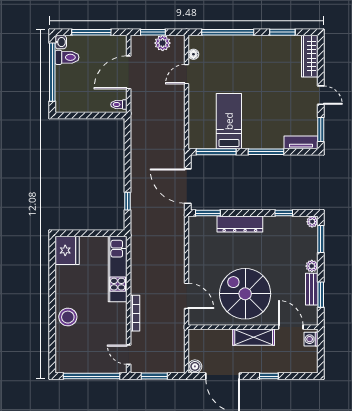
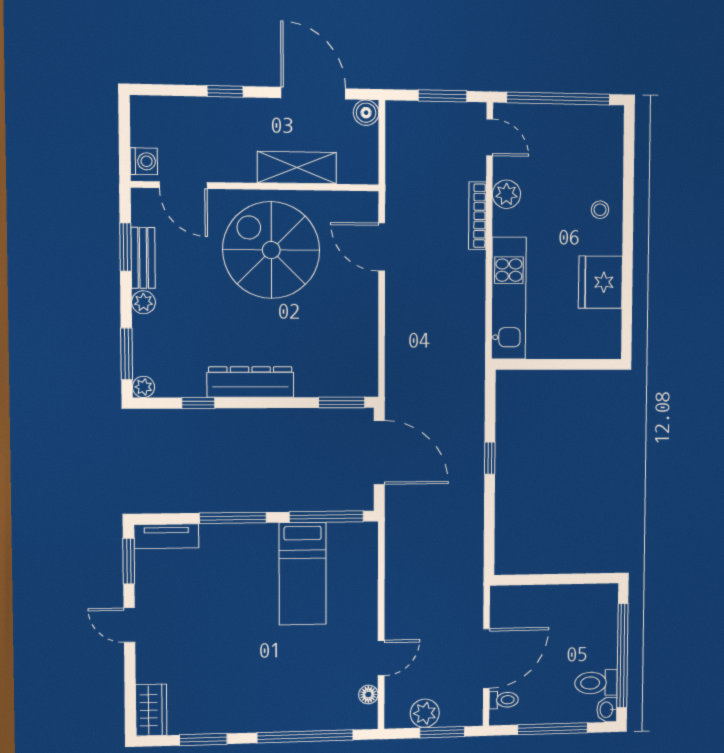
wardrobe: (310, 56) -> (151, 710), width x0.67
toilet: (119, 104) -> (504, 700), moved
window: (127, 201) -> (490, 458), moved
dresser: (240, 224) -> (250, 382), moved
fridge: (67, 250) -> (600, 282), moved
spiral stairs: (245, 294) -> (271, 250), turned 180
stool: (68, 317) -> (600, 210), width x0.53, depth x0.53
plant: (119, 325) -> (506, 194), added
shelving: (254, 337) -> (297, 168), moved

